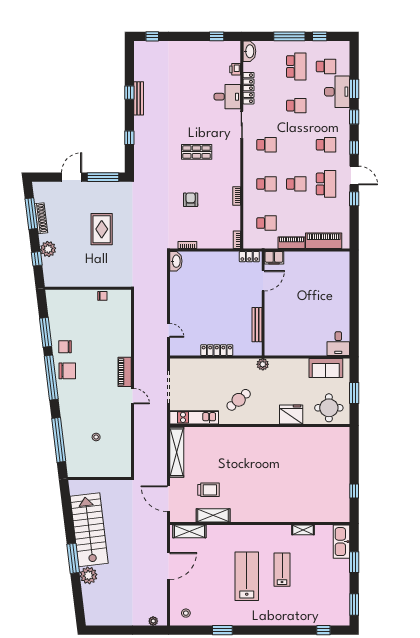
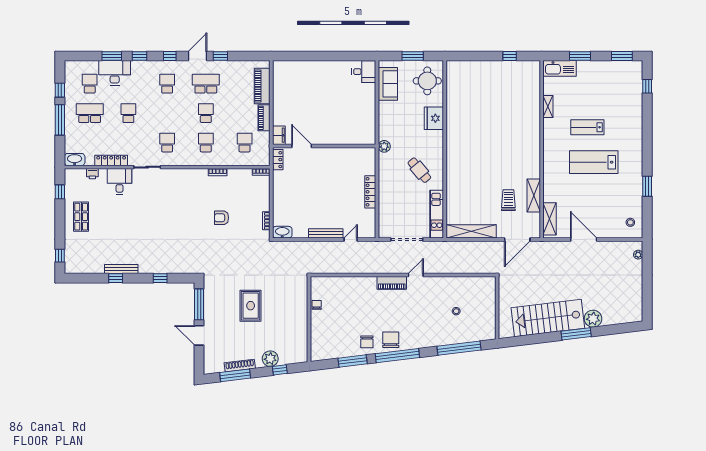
shop shelf: (197, 152) -> (81, 217), moved
rug: (102, 229) -> (251, 306), turned 90
bench: (257, 325) -> (326, 233), moved

